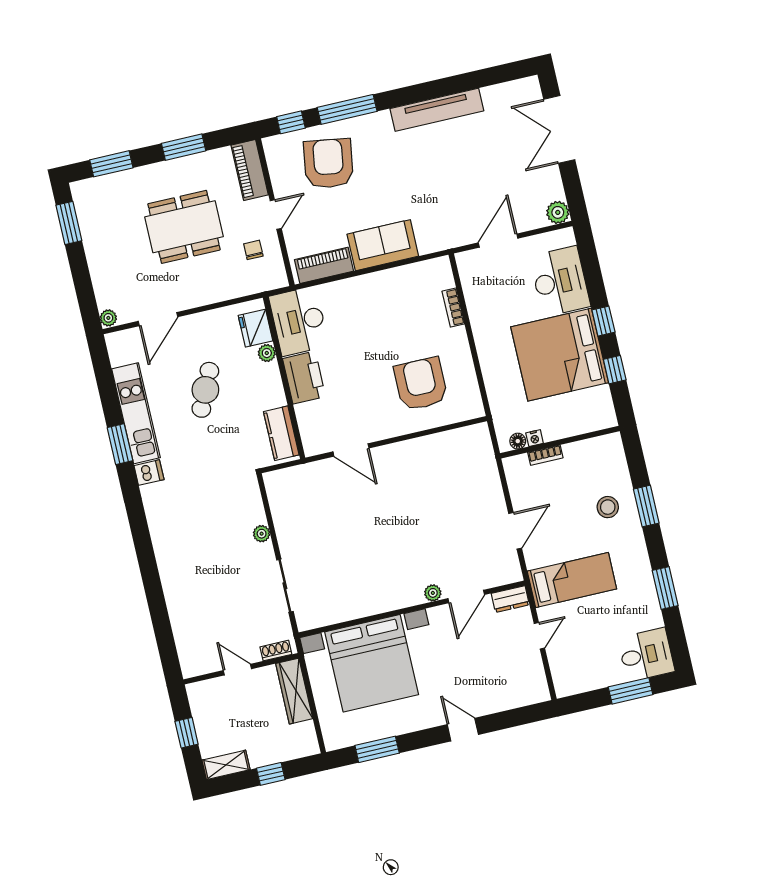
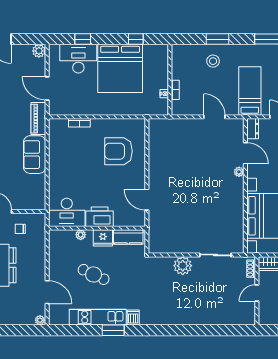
piano: (324, 265) -> (38, 119), moved
window: (603, 321) -> (83, 39), moved
fridge: (256, 328) -> (103, 238), moved
floor lamp: (518, 441) -> (164, 104), removed
door: (351, 450) -> (147, 200), swing flipped
plant: (262, 534) -> (183, 266), width x1.88, depth x1.88

